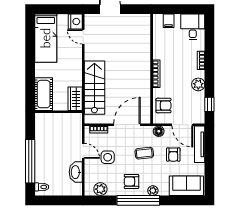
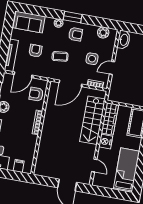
nightstand: (75, 22) -> (106, 142), moved
wardrobe: (75, 99) -> (110, 119), width x1.50
door: (182, 125) -> (23, 75), swing flipped
floor lamp: (159, 131) -> (44, 73), removed
door: (83, 151) -> (112, 68), hinge flipped
washbasin: (76, 172) -> (124, 40), moved
window: (138, 200) -> (73, 17), width x0.47

